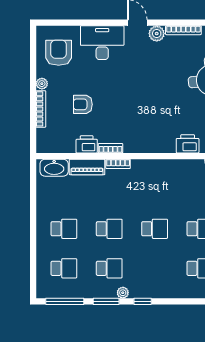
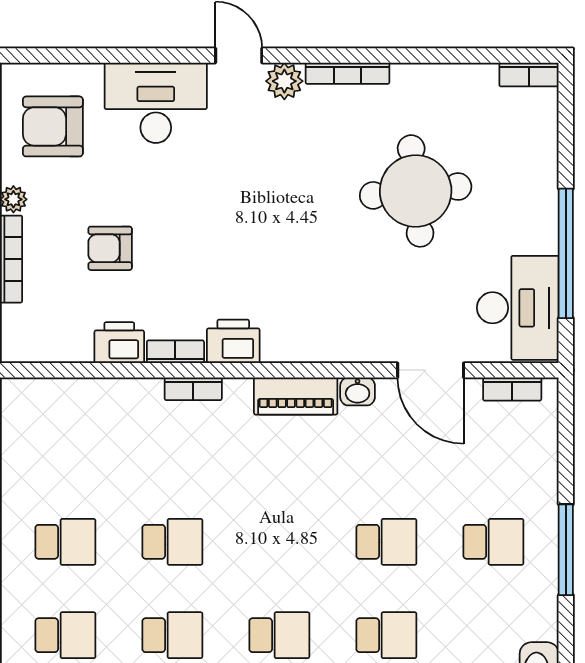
armchair: (59, 53) -> (53, 126), turned -90
printer: (188, 144) -> (233, 341), moved
piano: (87, 167) -> (296, 396), moved
washbasin: (54, 168) -> (358, 391), moved, width x0.52, depth x0.69
school desk: (155, 229) -> (279, 635), moved

